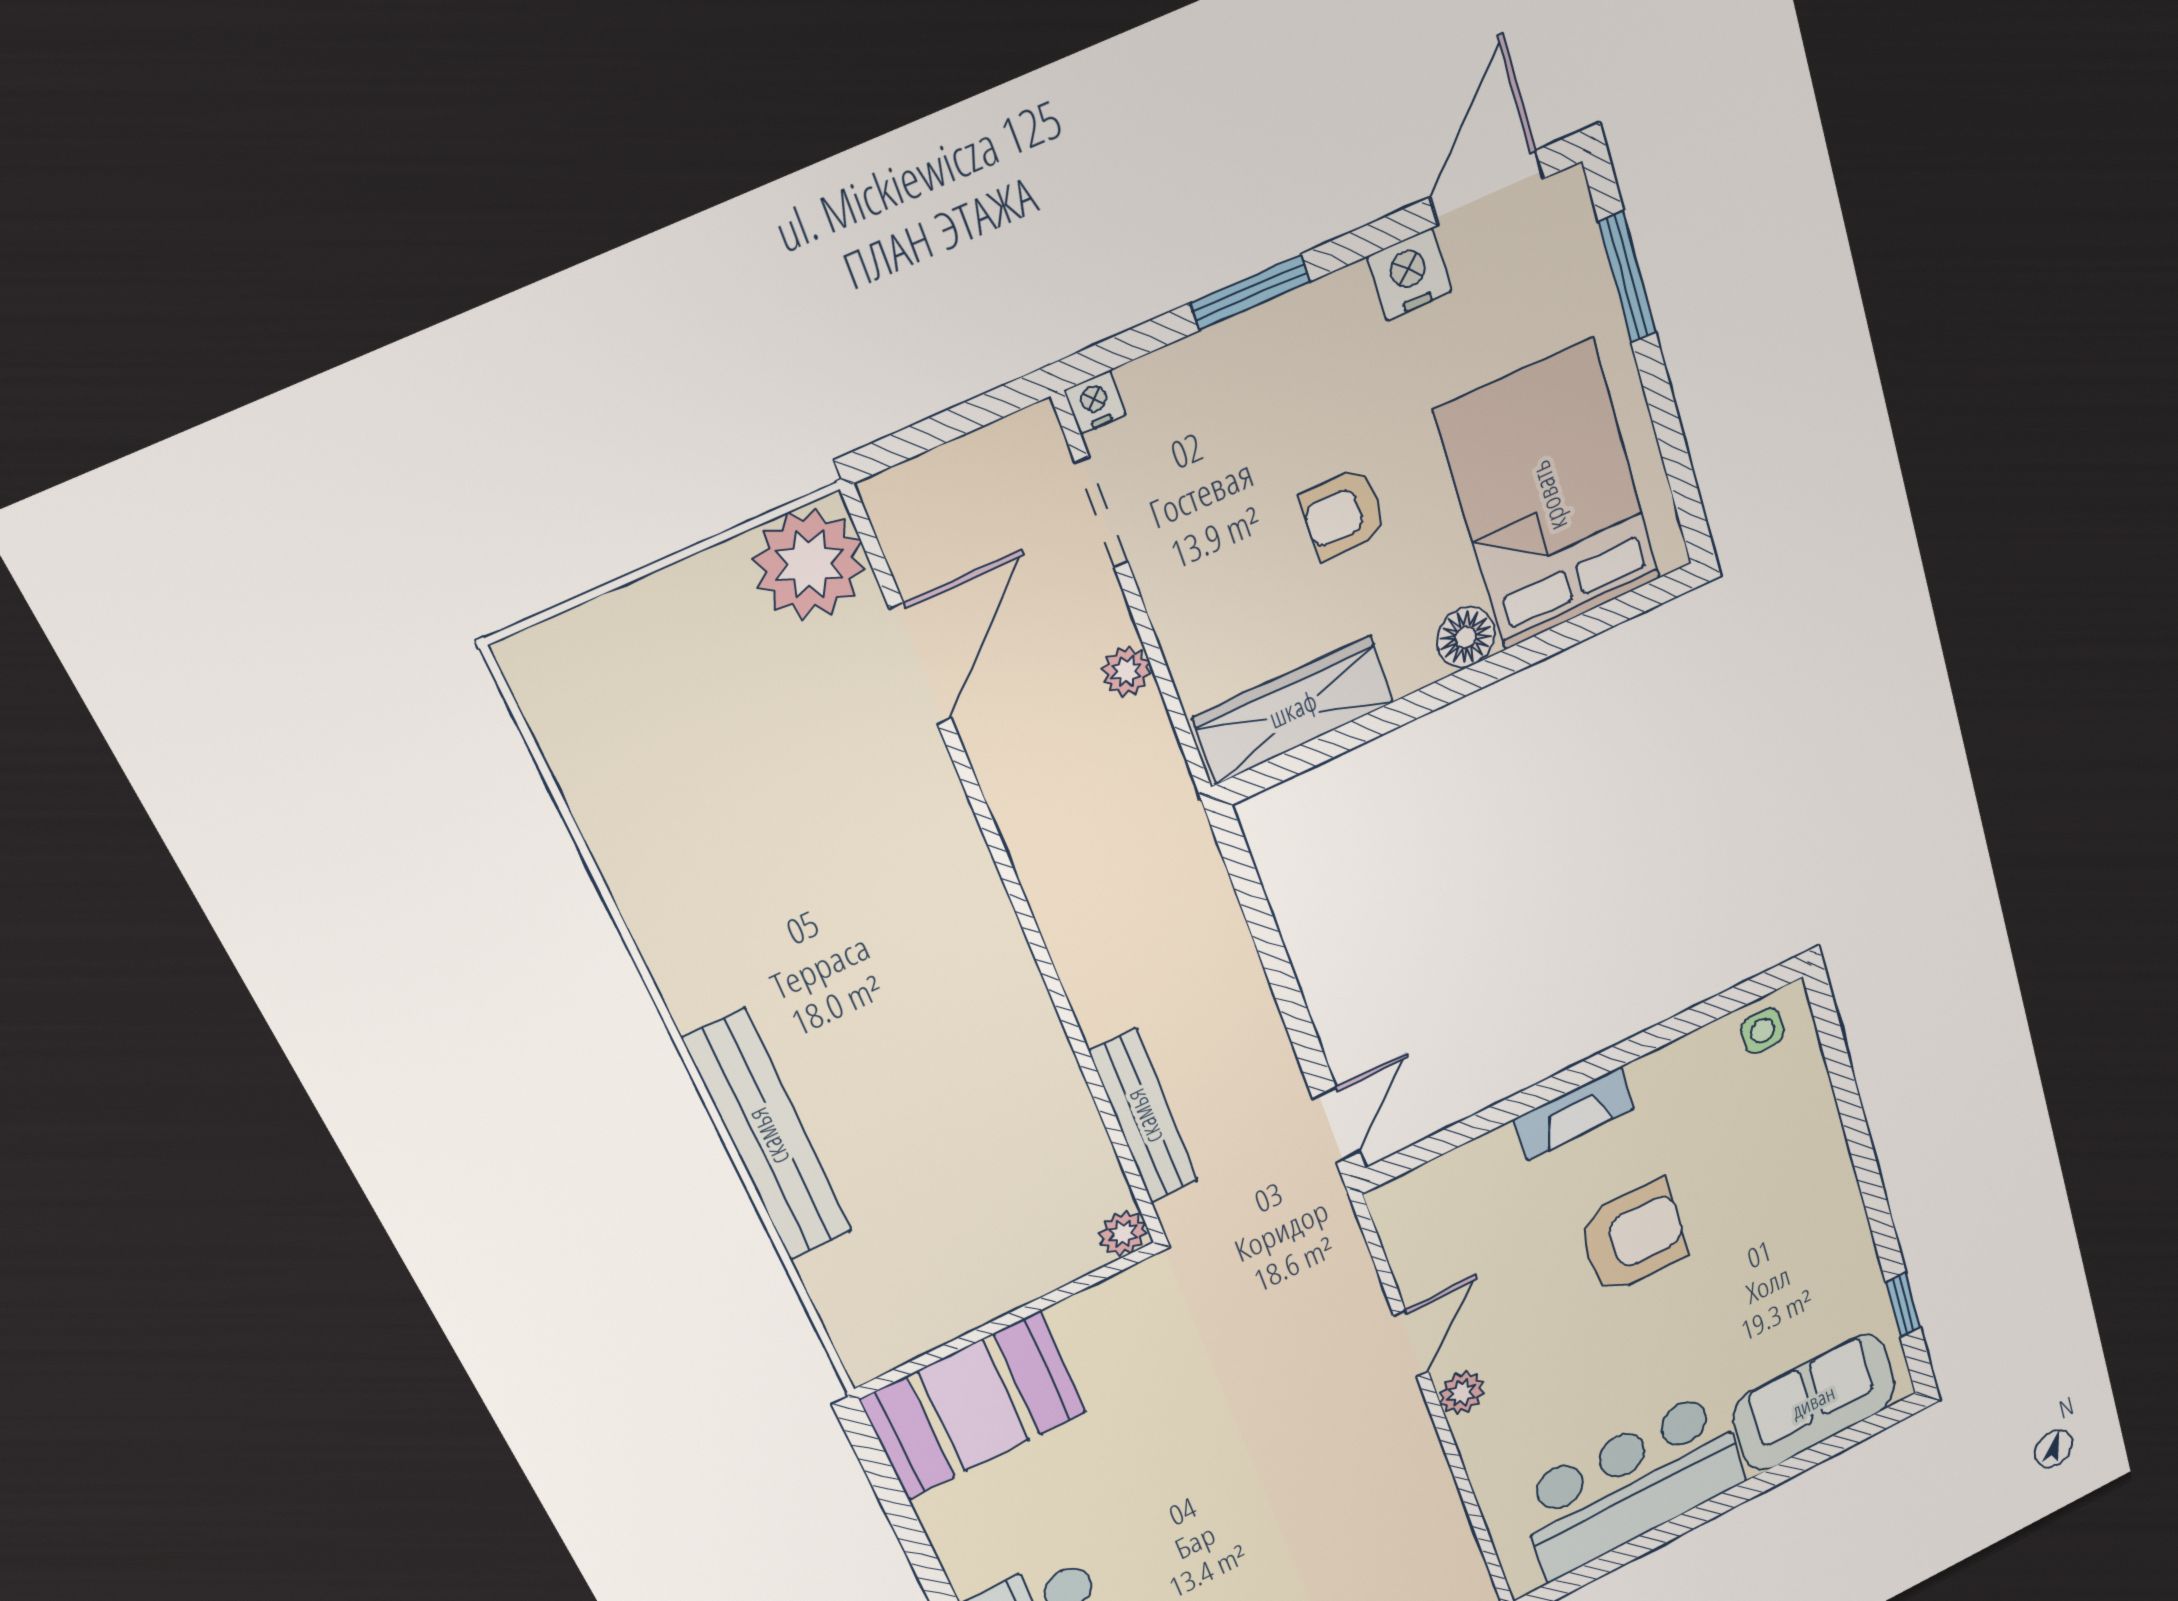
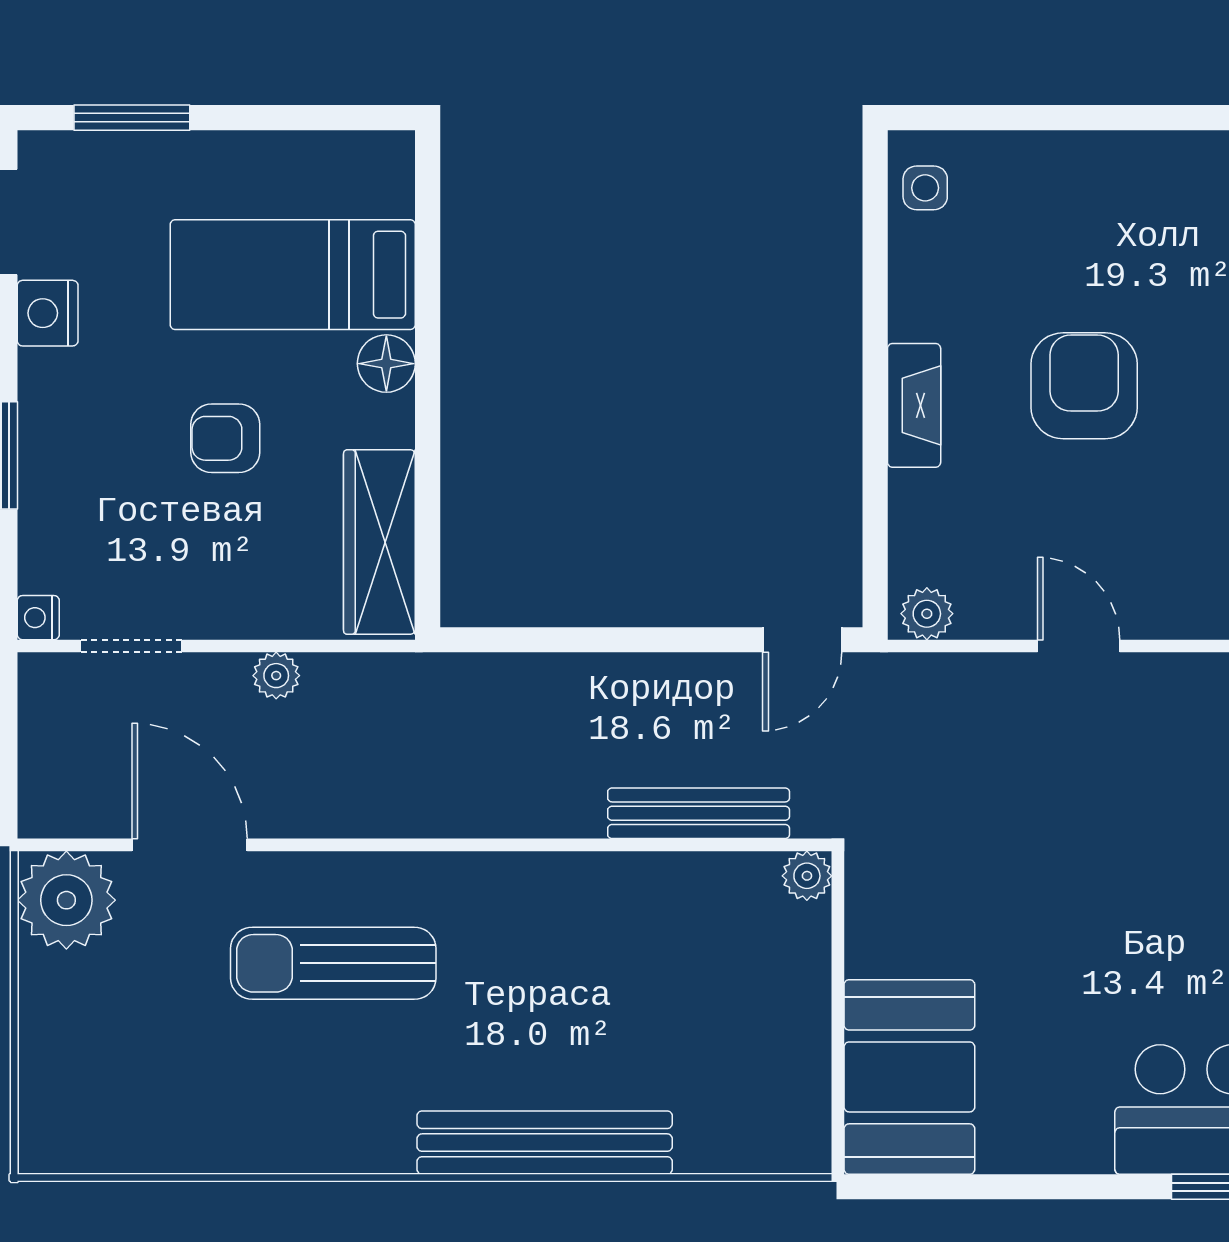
bed: (1549, 496) -> (293, 275), width x0.67
armchair: (1343, 514) -> (225, 438), turned 90
sun lounger: (859, 860) -> (333, 963), added
door: (1336, 1125) -> (802, 640), swing flipped
plant: (1462, 1393) -> (927, 614), moved

